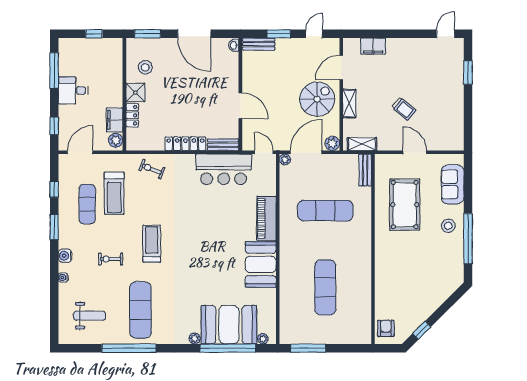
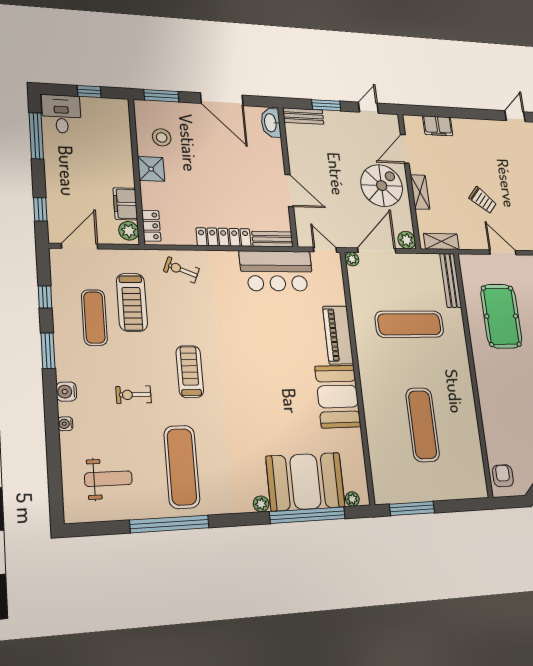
washbasin: (234, 45) -> (271, 123), width x1.91, depth x1.45
desk: (73, 90) -> (61, 114), moved, turned 90
locker: (132, 115) -> (151, 226), moved
bench: (365, 170) -> (451, 280), width x1.36

